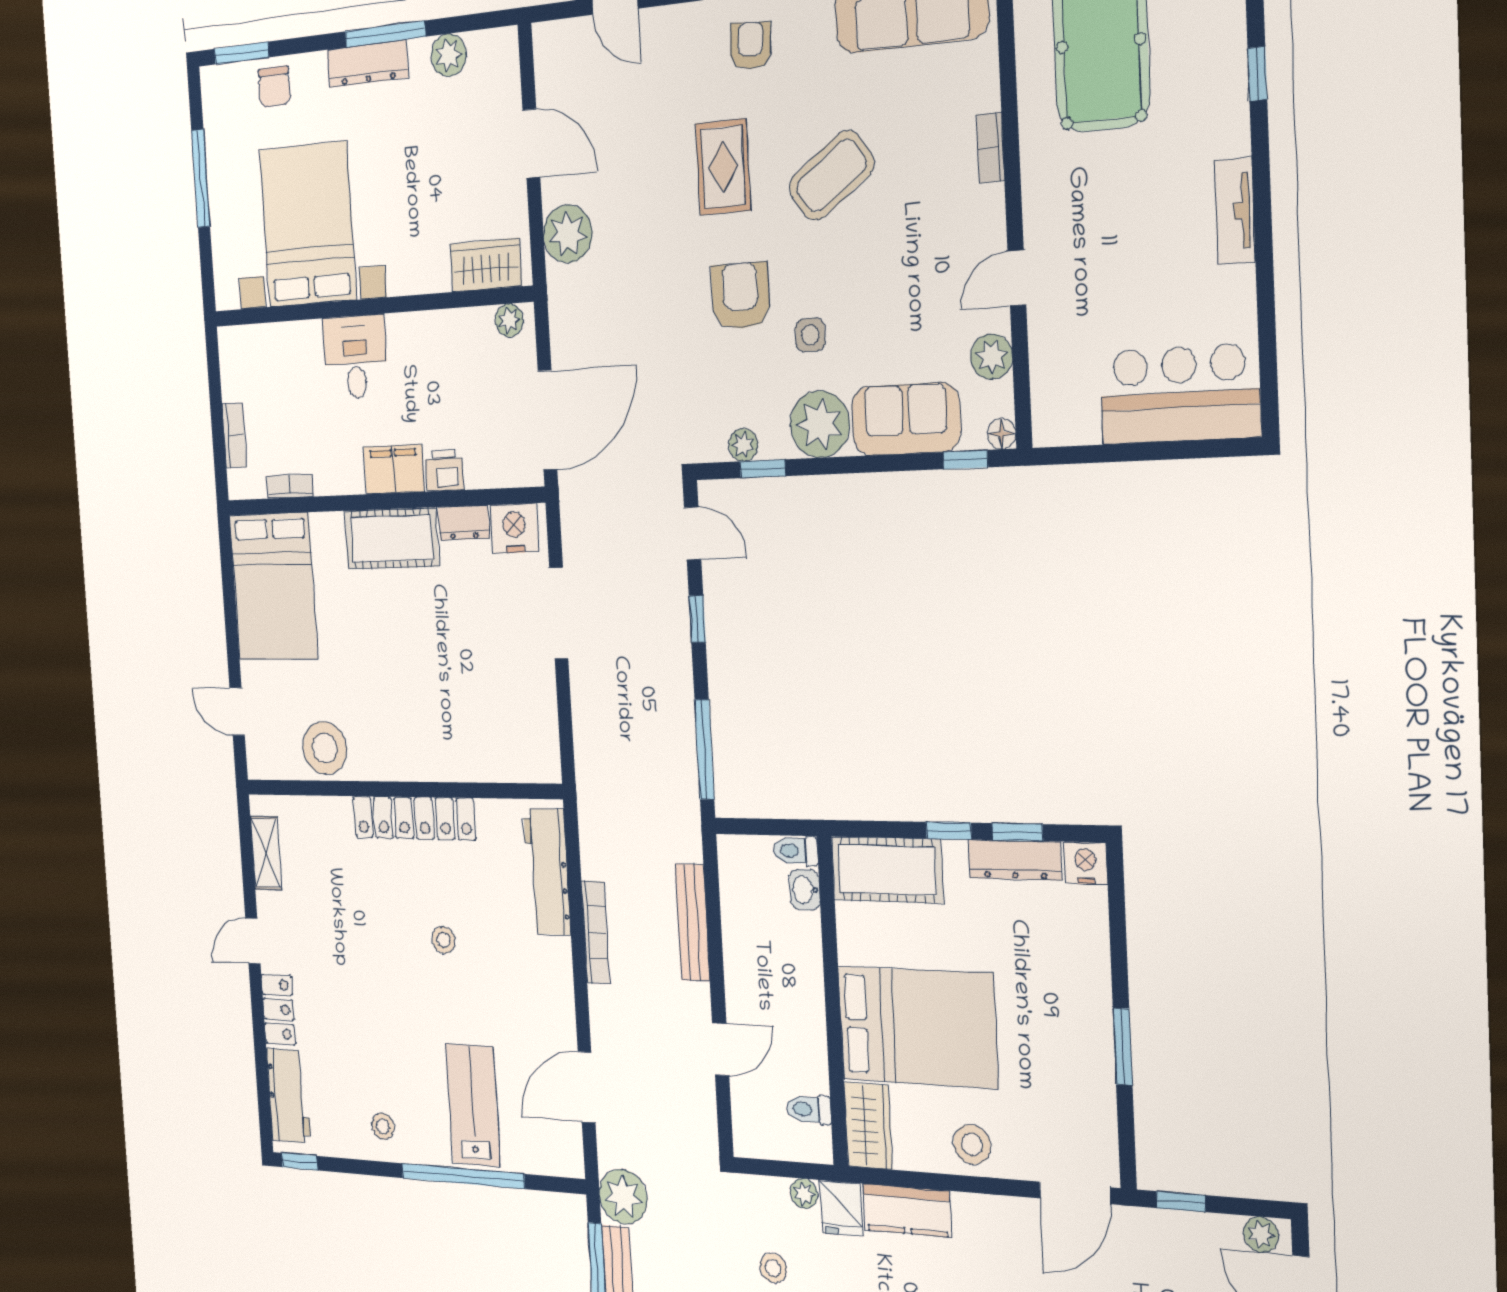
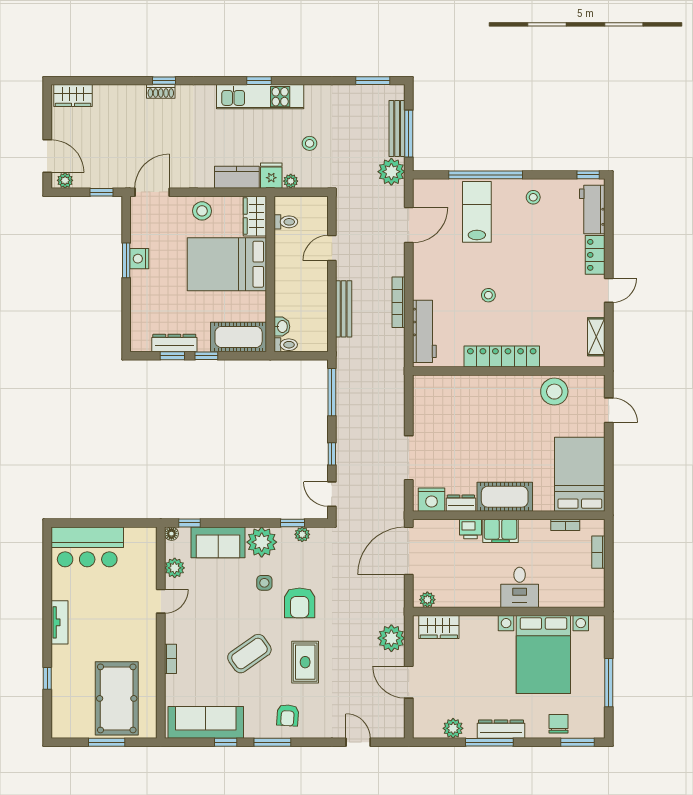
nightstand: (1086, 863) -> (139, 259), moved, turned 90
lab bench: (473, 1105) -> (477, 212), turned 180

